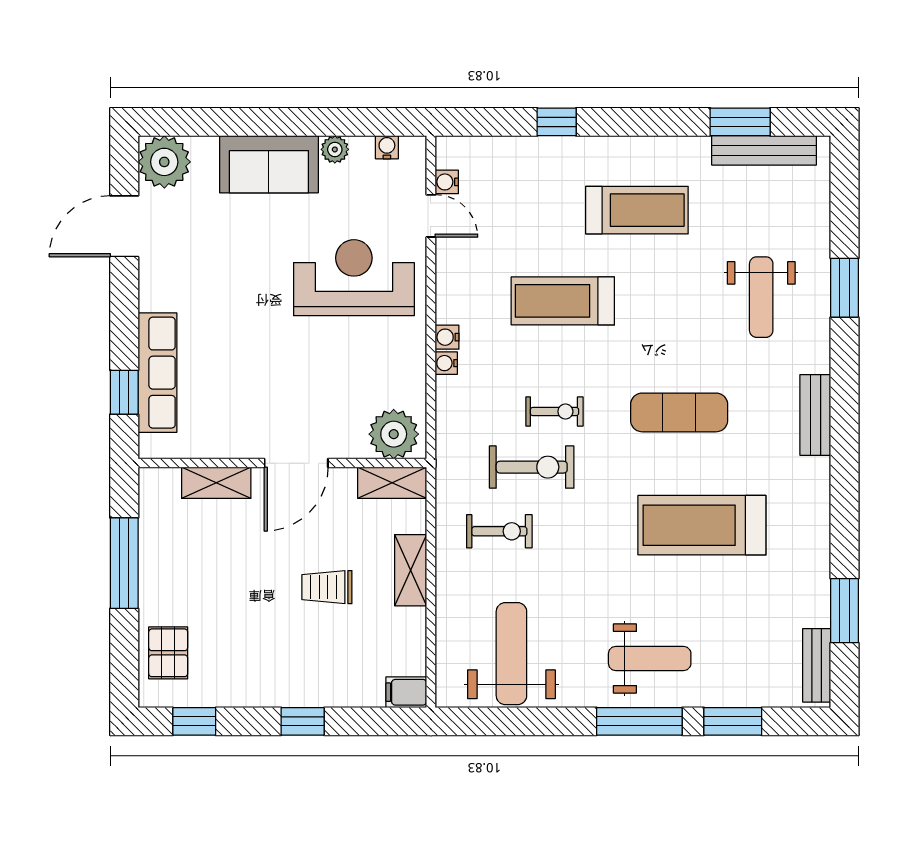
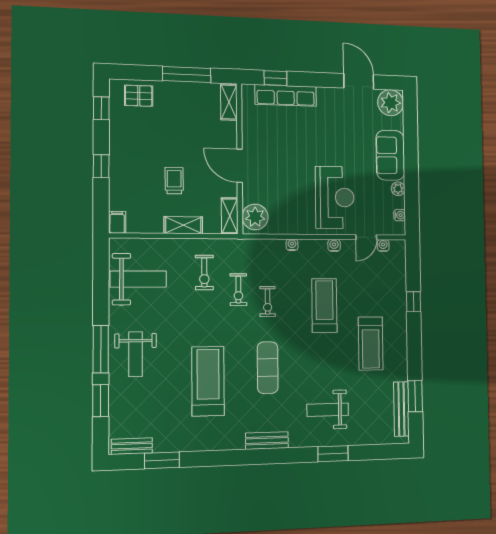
water cooler: (447, 337) -> (334, 245), moved
exercise bike: (532, 467) -> (238, 290), width x0.73, depth x0.72
shelving: (216, 483) -> (229, 102), moved

